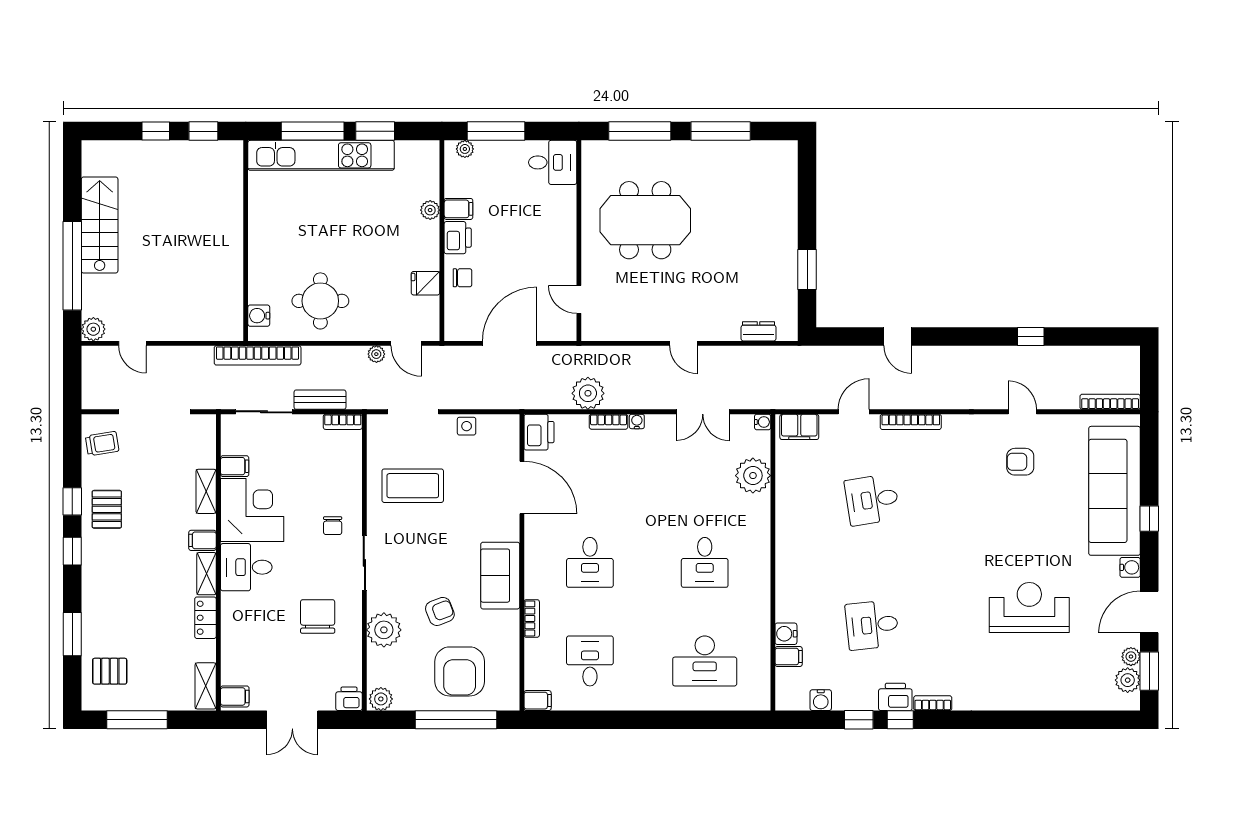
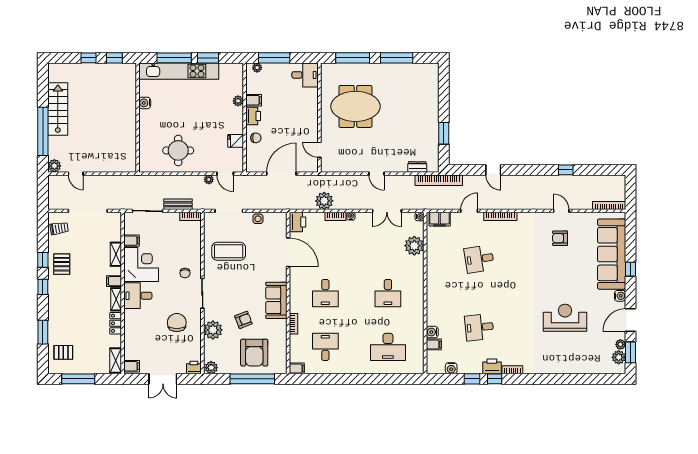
water cooler: (259, 316) -> (145, 103), moved
bookcase: (258, 355) -> (439, 180), moved

